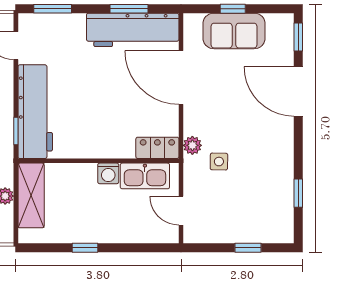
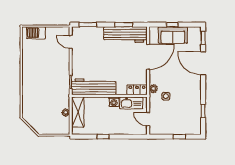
door: (181, 78) -> (148, 57), swing flipped
workbench: (35, 112) -> (94, 87), moved, turned -90

